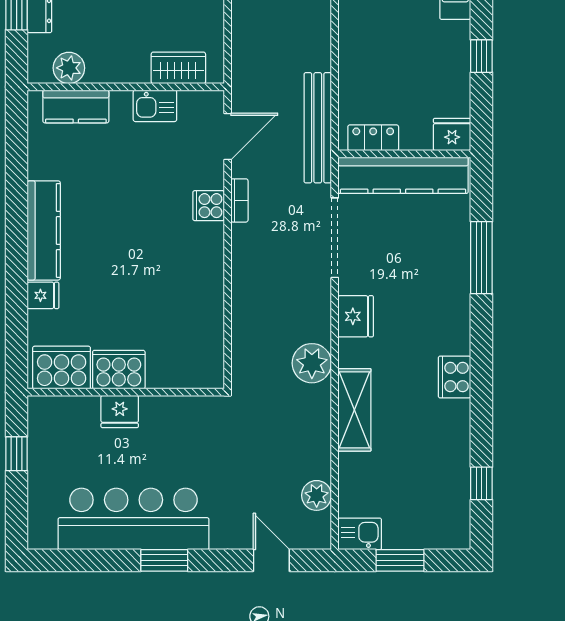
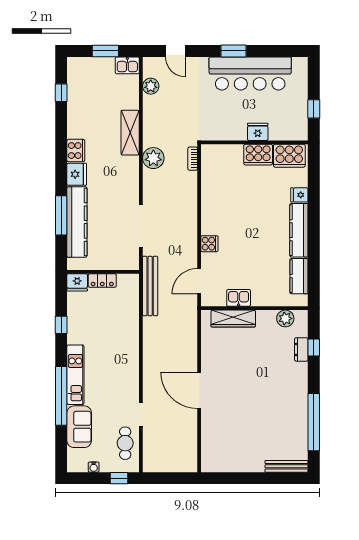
wardrobe: (178, 68) -> (233, 318), width x1.50
kitchen counter: (76, 107) -> (299, 276), moved, turned -90
locker: (373, 138) -> (102, 281), moved
kitchen counter: (403, 175) -> (77, 222), moved, turned 90
bookcase: (239, 200) -> (193, 159), moved
fridge: (356, 316) -> (77, 174), moved, turned 180

